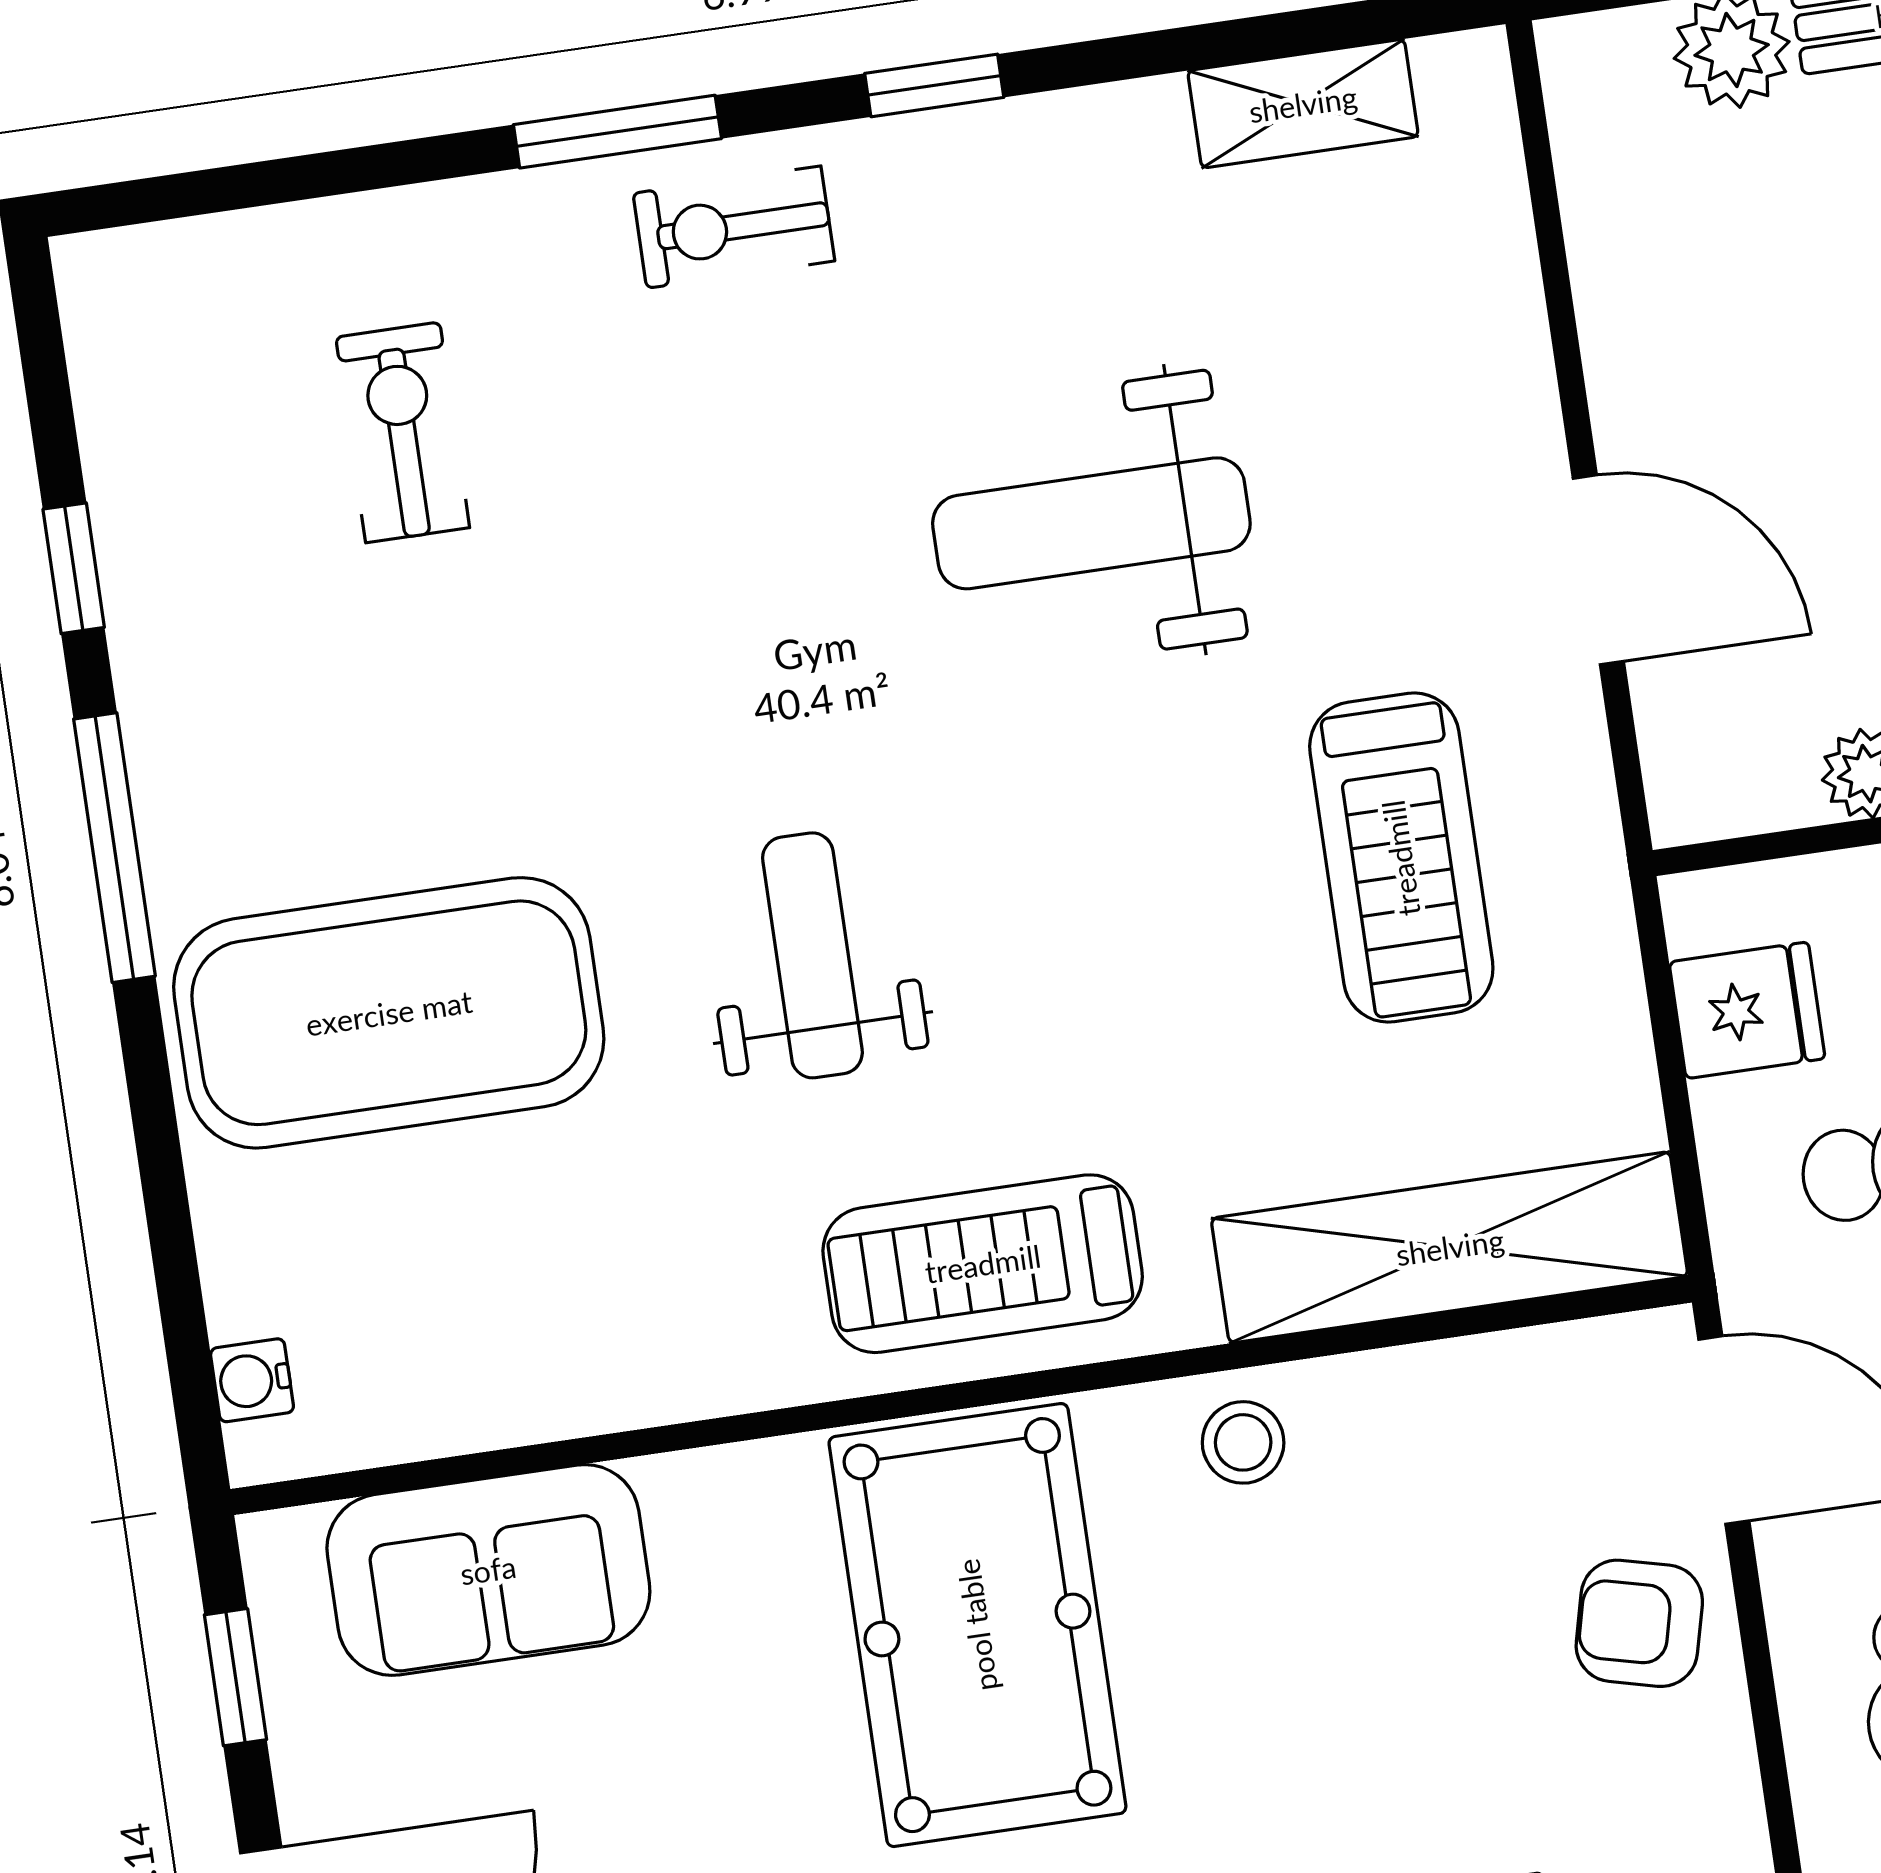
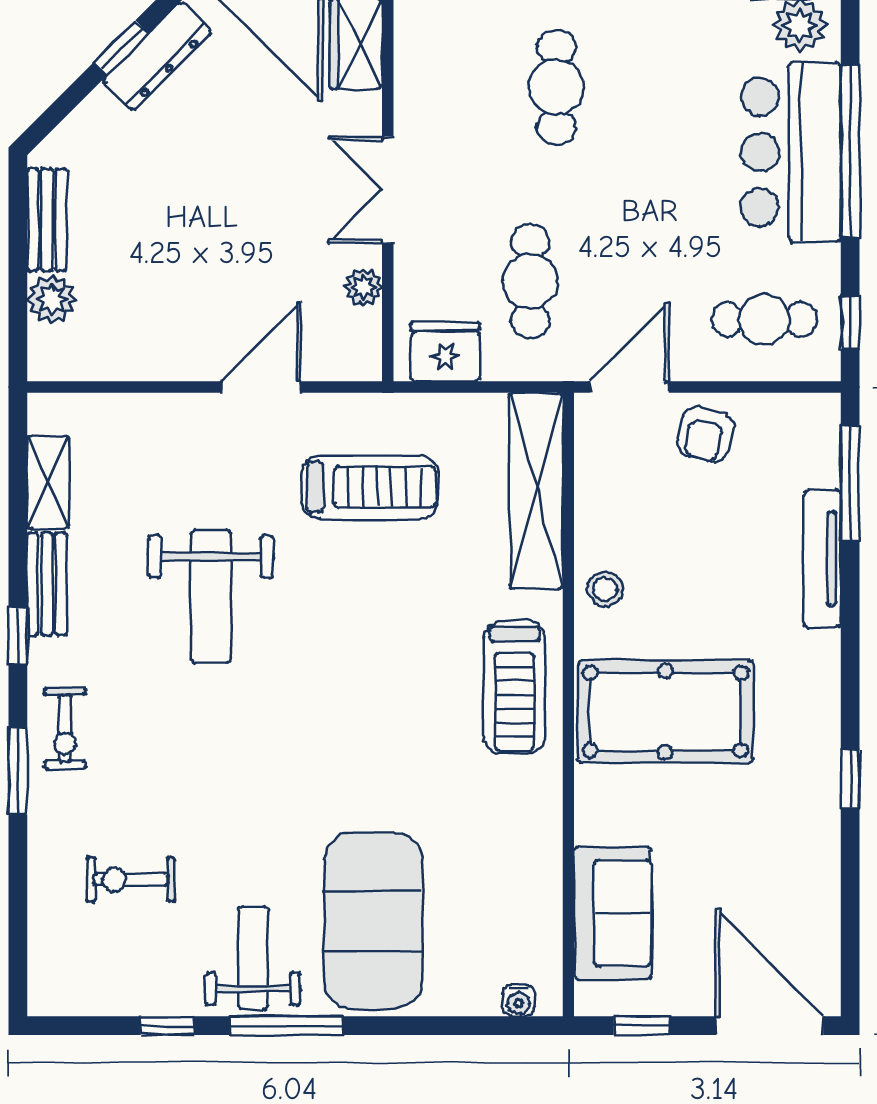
bench: (1065, 136) -> (47, 584), added
weight bench: (812, 955) -> (253, 958), moved, turned 90
fridge: (1747, 1010) -> (445, 352), width x1.38

